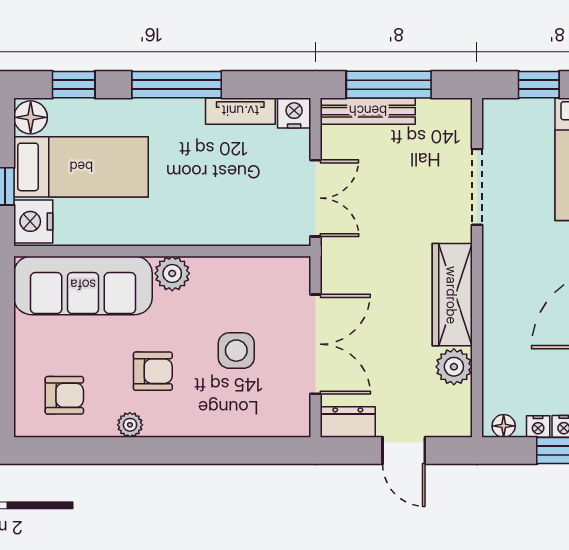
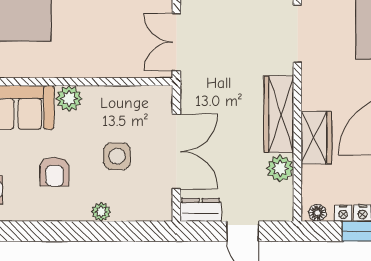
double door: (315, 198) -> (176, 42), swing flipped
wardrobe: (502, 326) -> (316, 138), added
armchair: (153, 371) -> (54, 172), turned 90
plant: (130, 425) -> (101, 212), moved

